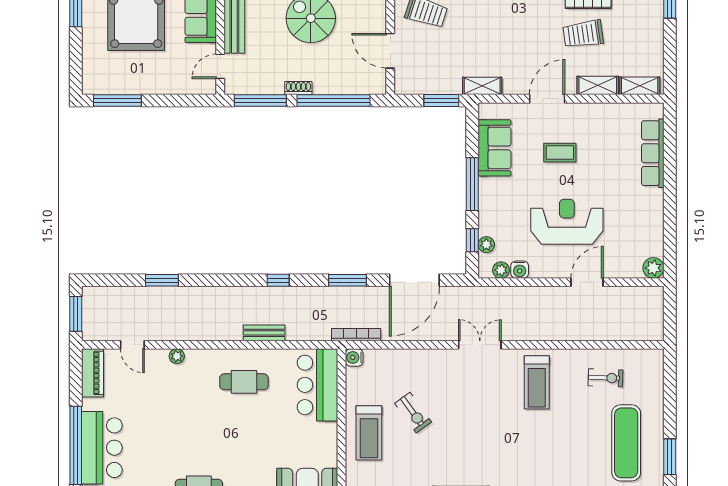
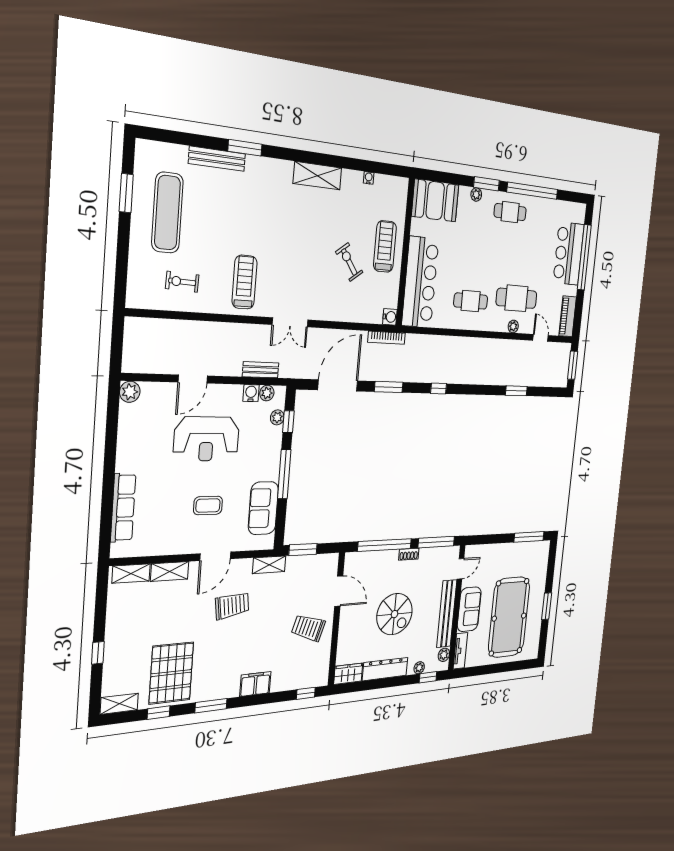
trolley: (583, 34) -> (232, 606), moved
bench: (264, 333) -> (261, 370), moved
bar counter: (317, 385) -> (420, 282), width x1.36
cafe table: (176, 389) -> (516, 298), added

